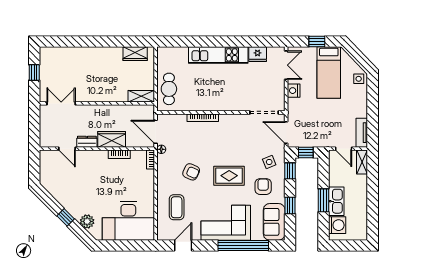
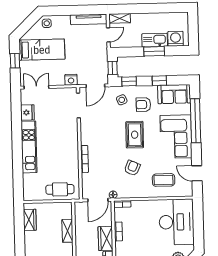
nightstand: (294, 91) -> (71, 80), moved
shelving: (141, 96) -> (67, 231), moved
tv unit: (362, 133) -> (89, 19), width x1.41

